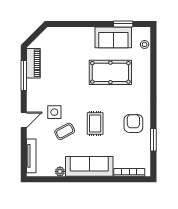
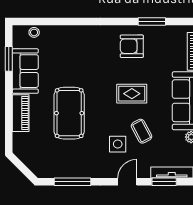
piano: (33, 63) -> (21, 113), moved, turned 90
pool table: (110, 72) -> (69, 113), moved
door: (24, 120) -> (127, 182), hinge flipped
window: (24, 150) -> (164, 182), added

